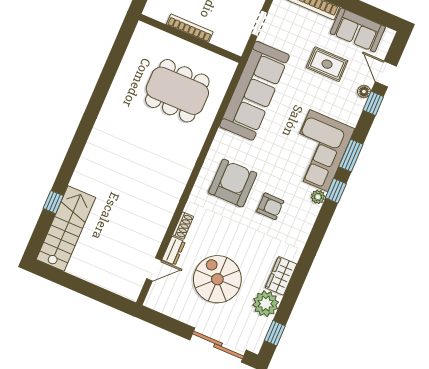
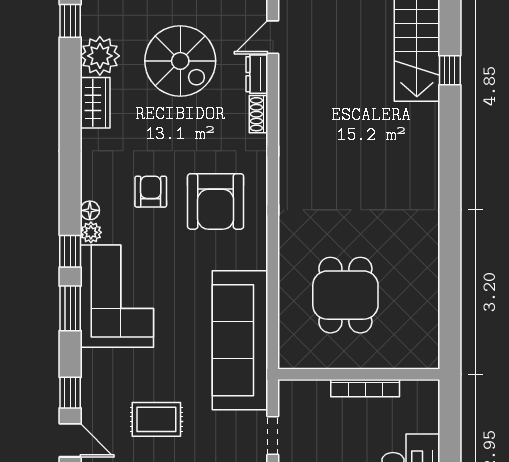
dining table: (177, 91) -> (345, 295), width x0.73
floor lamp: (364, 92) -> (90, 210), moved
armchair: (270, 206) -> (151, 192), turned 90

